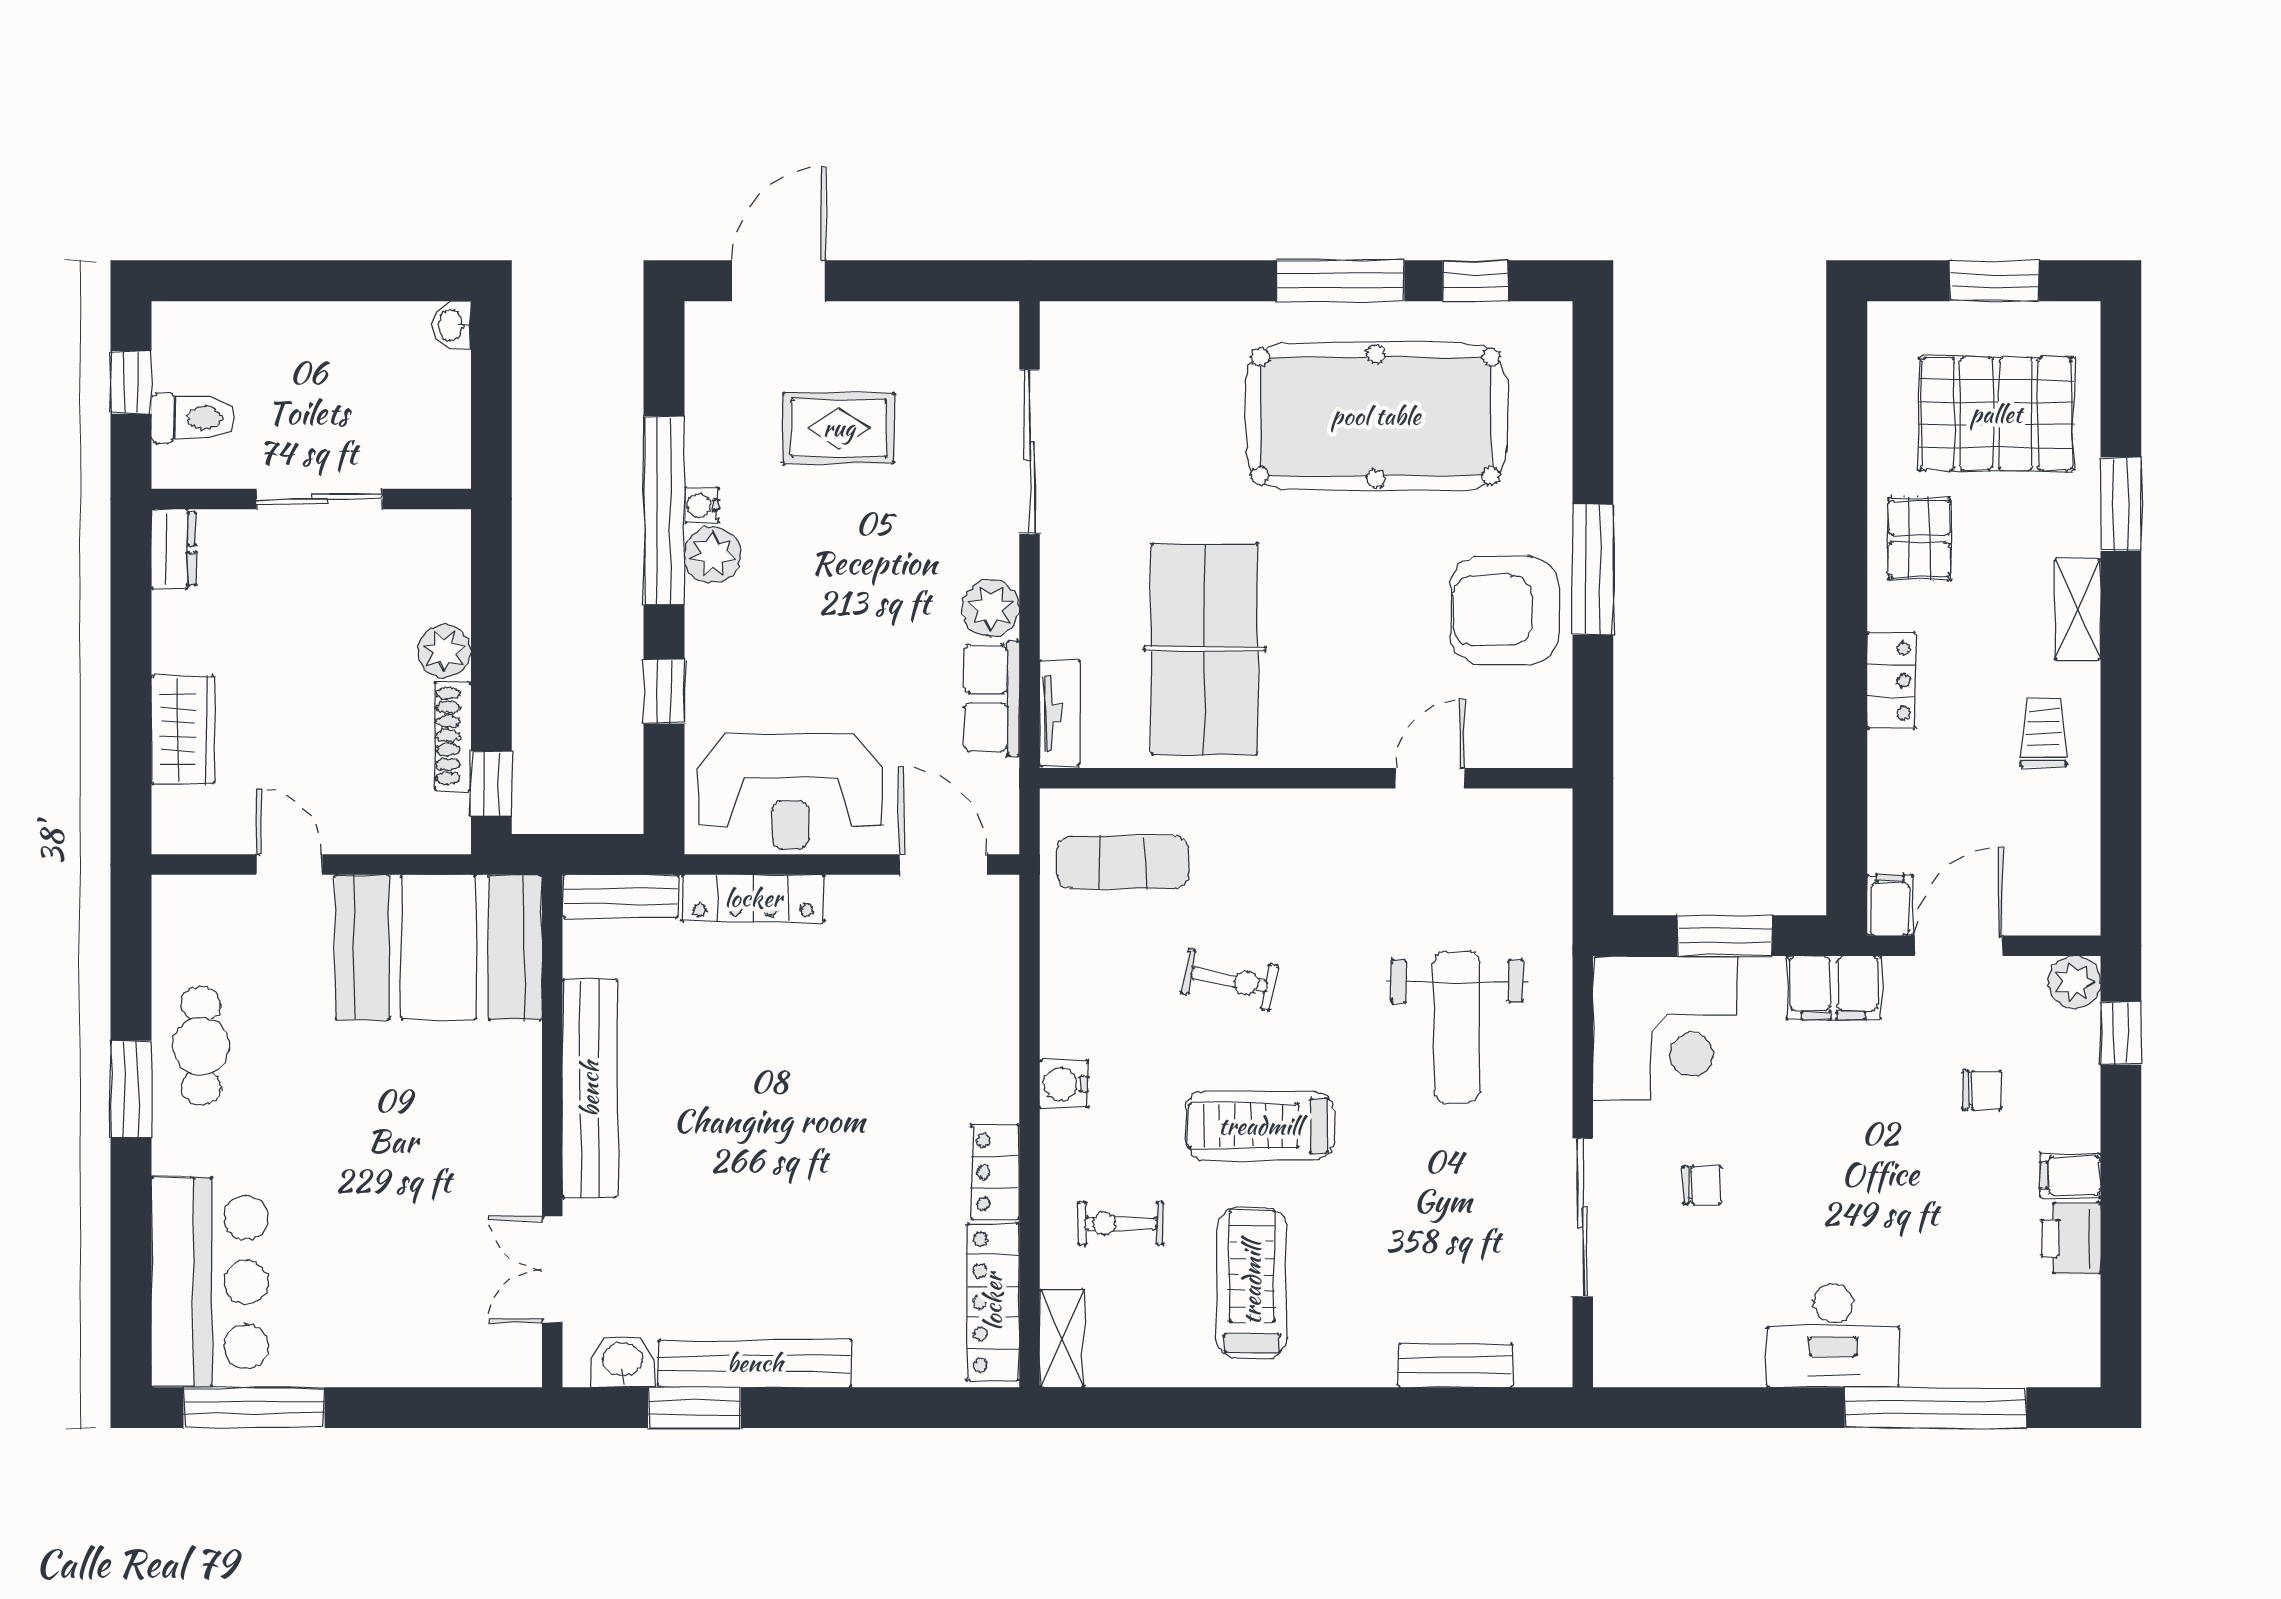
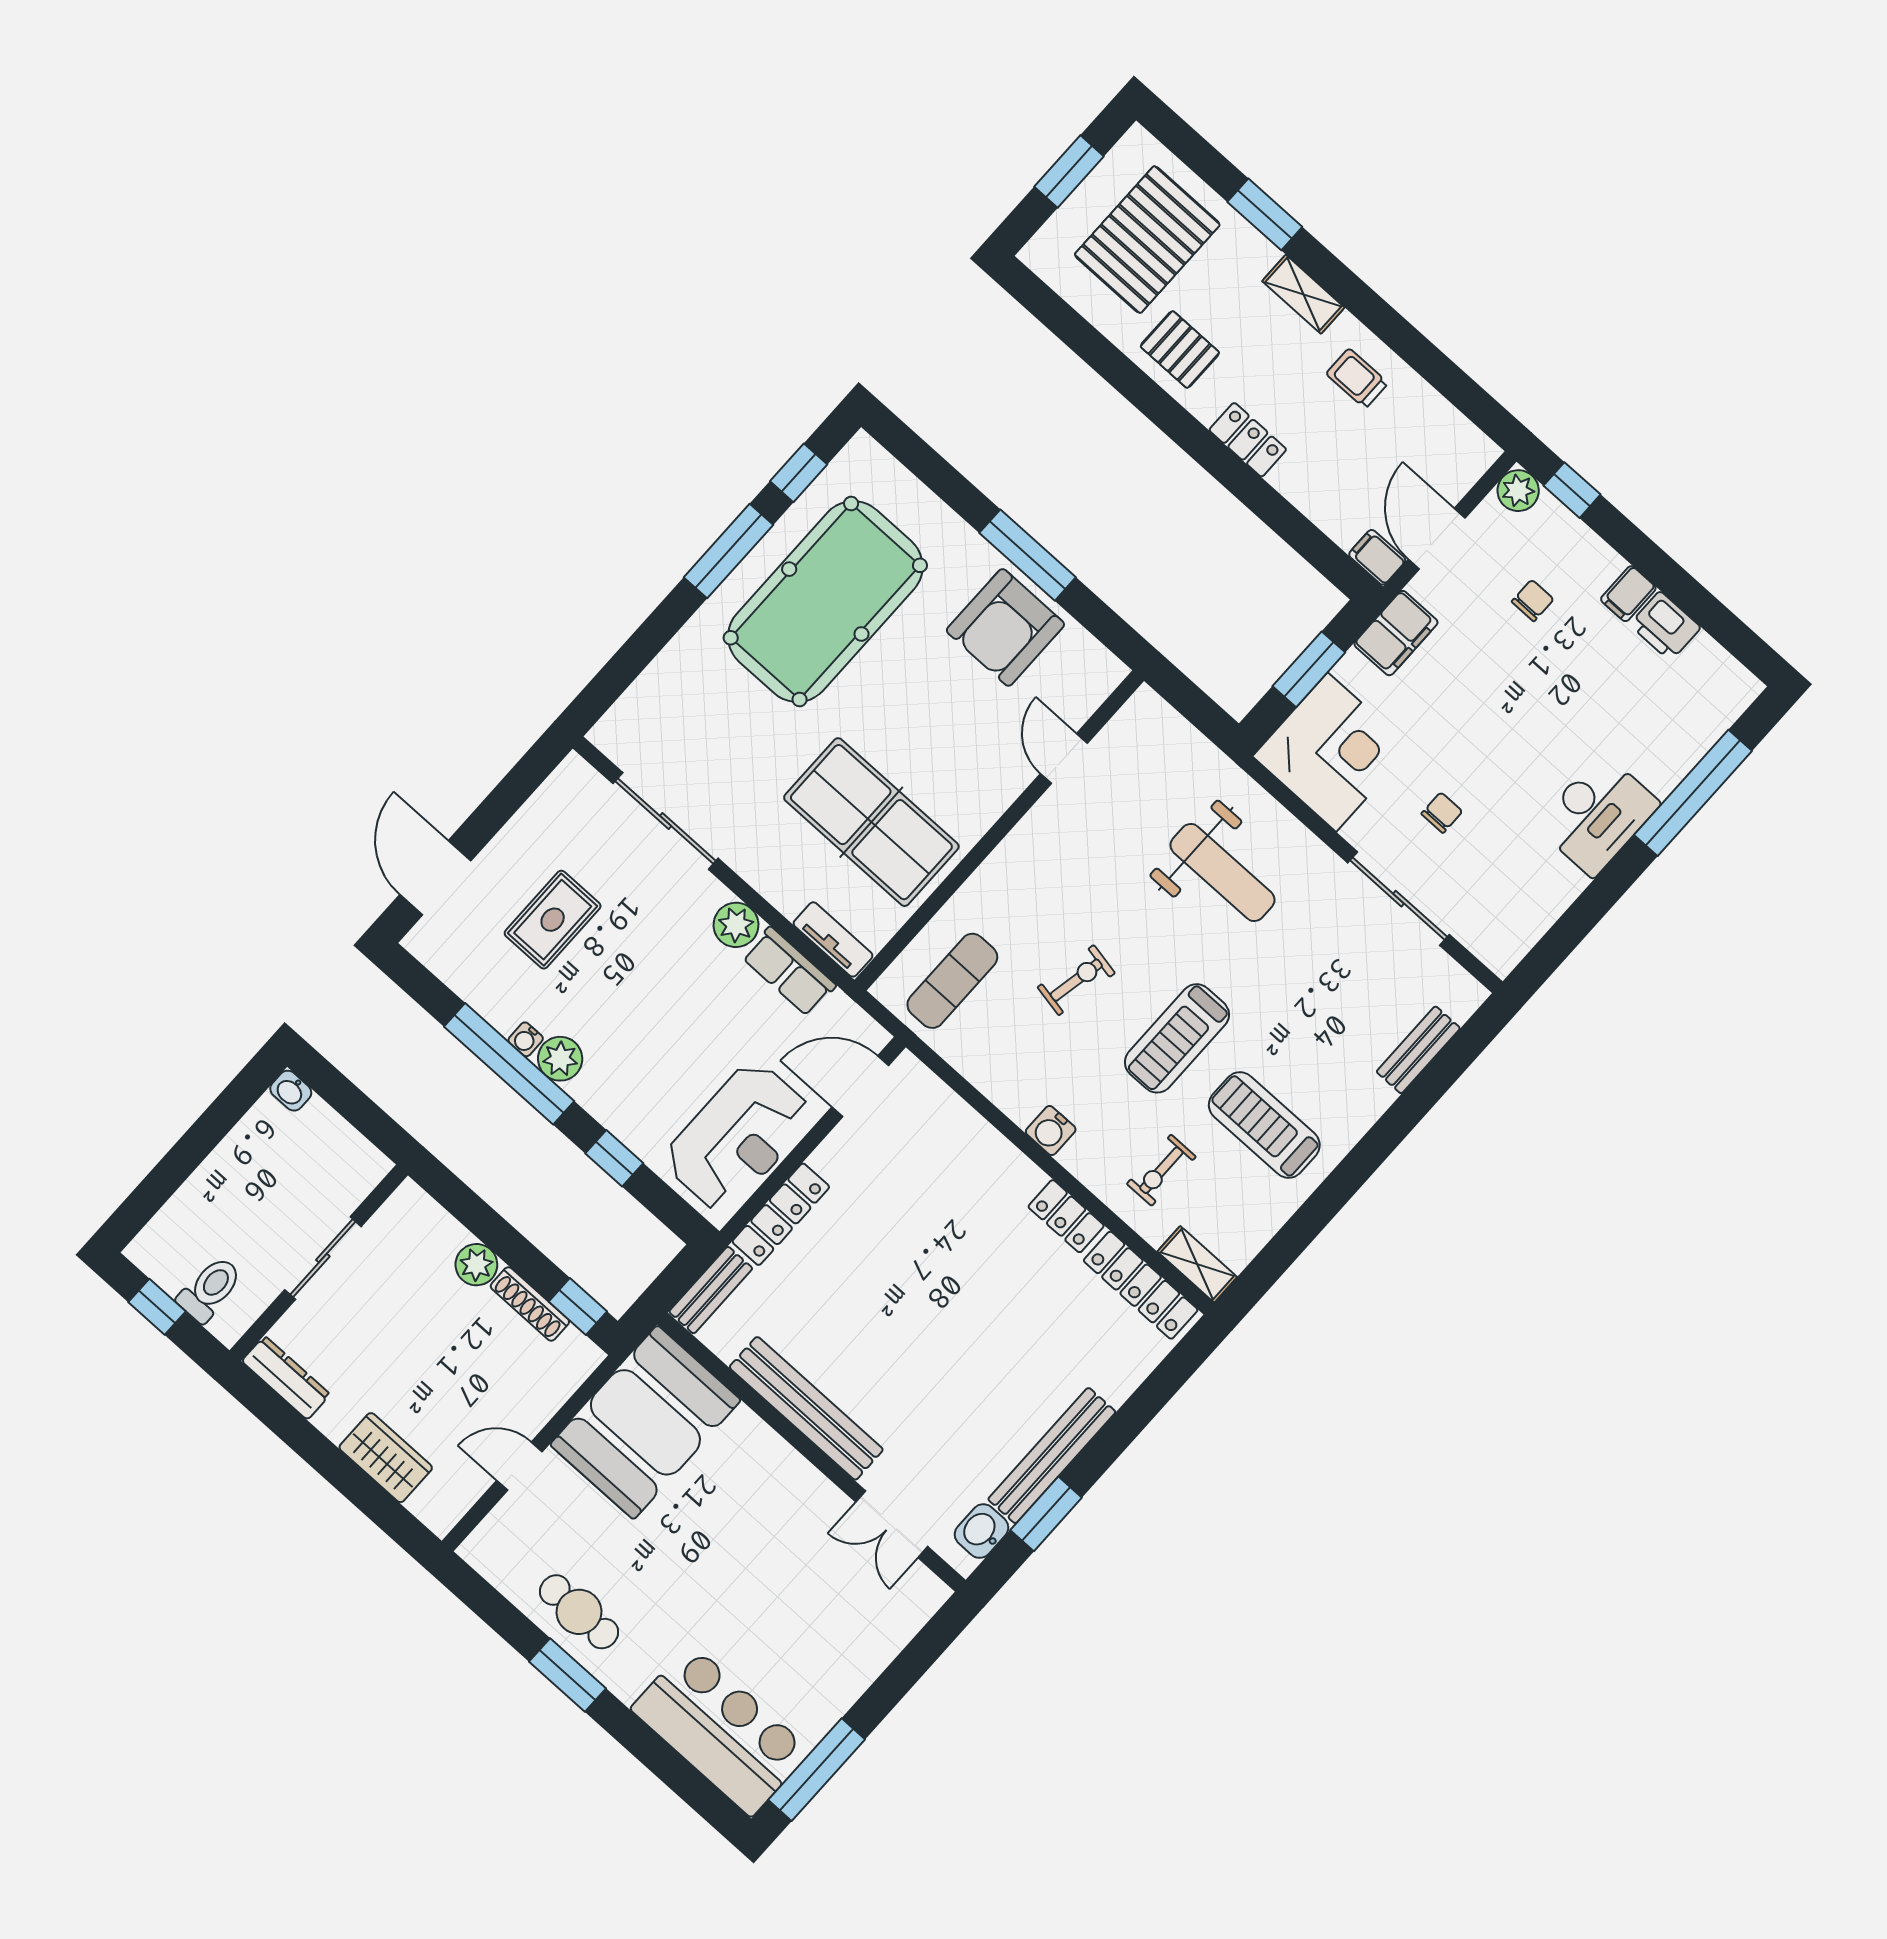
dresser: (174, 549) -> (286, 1378), width x1.44

